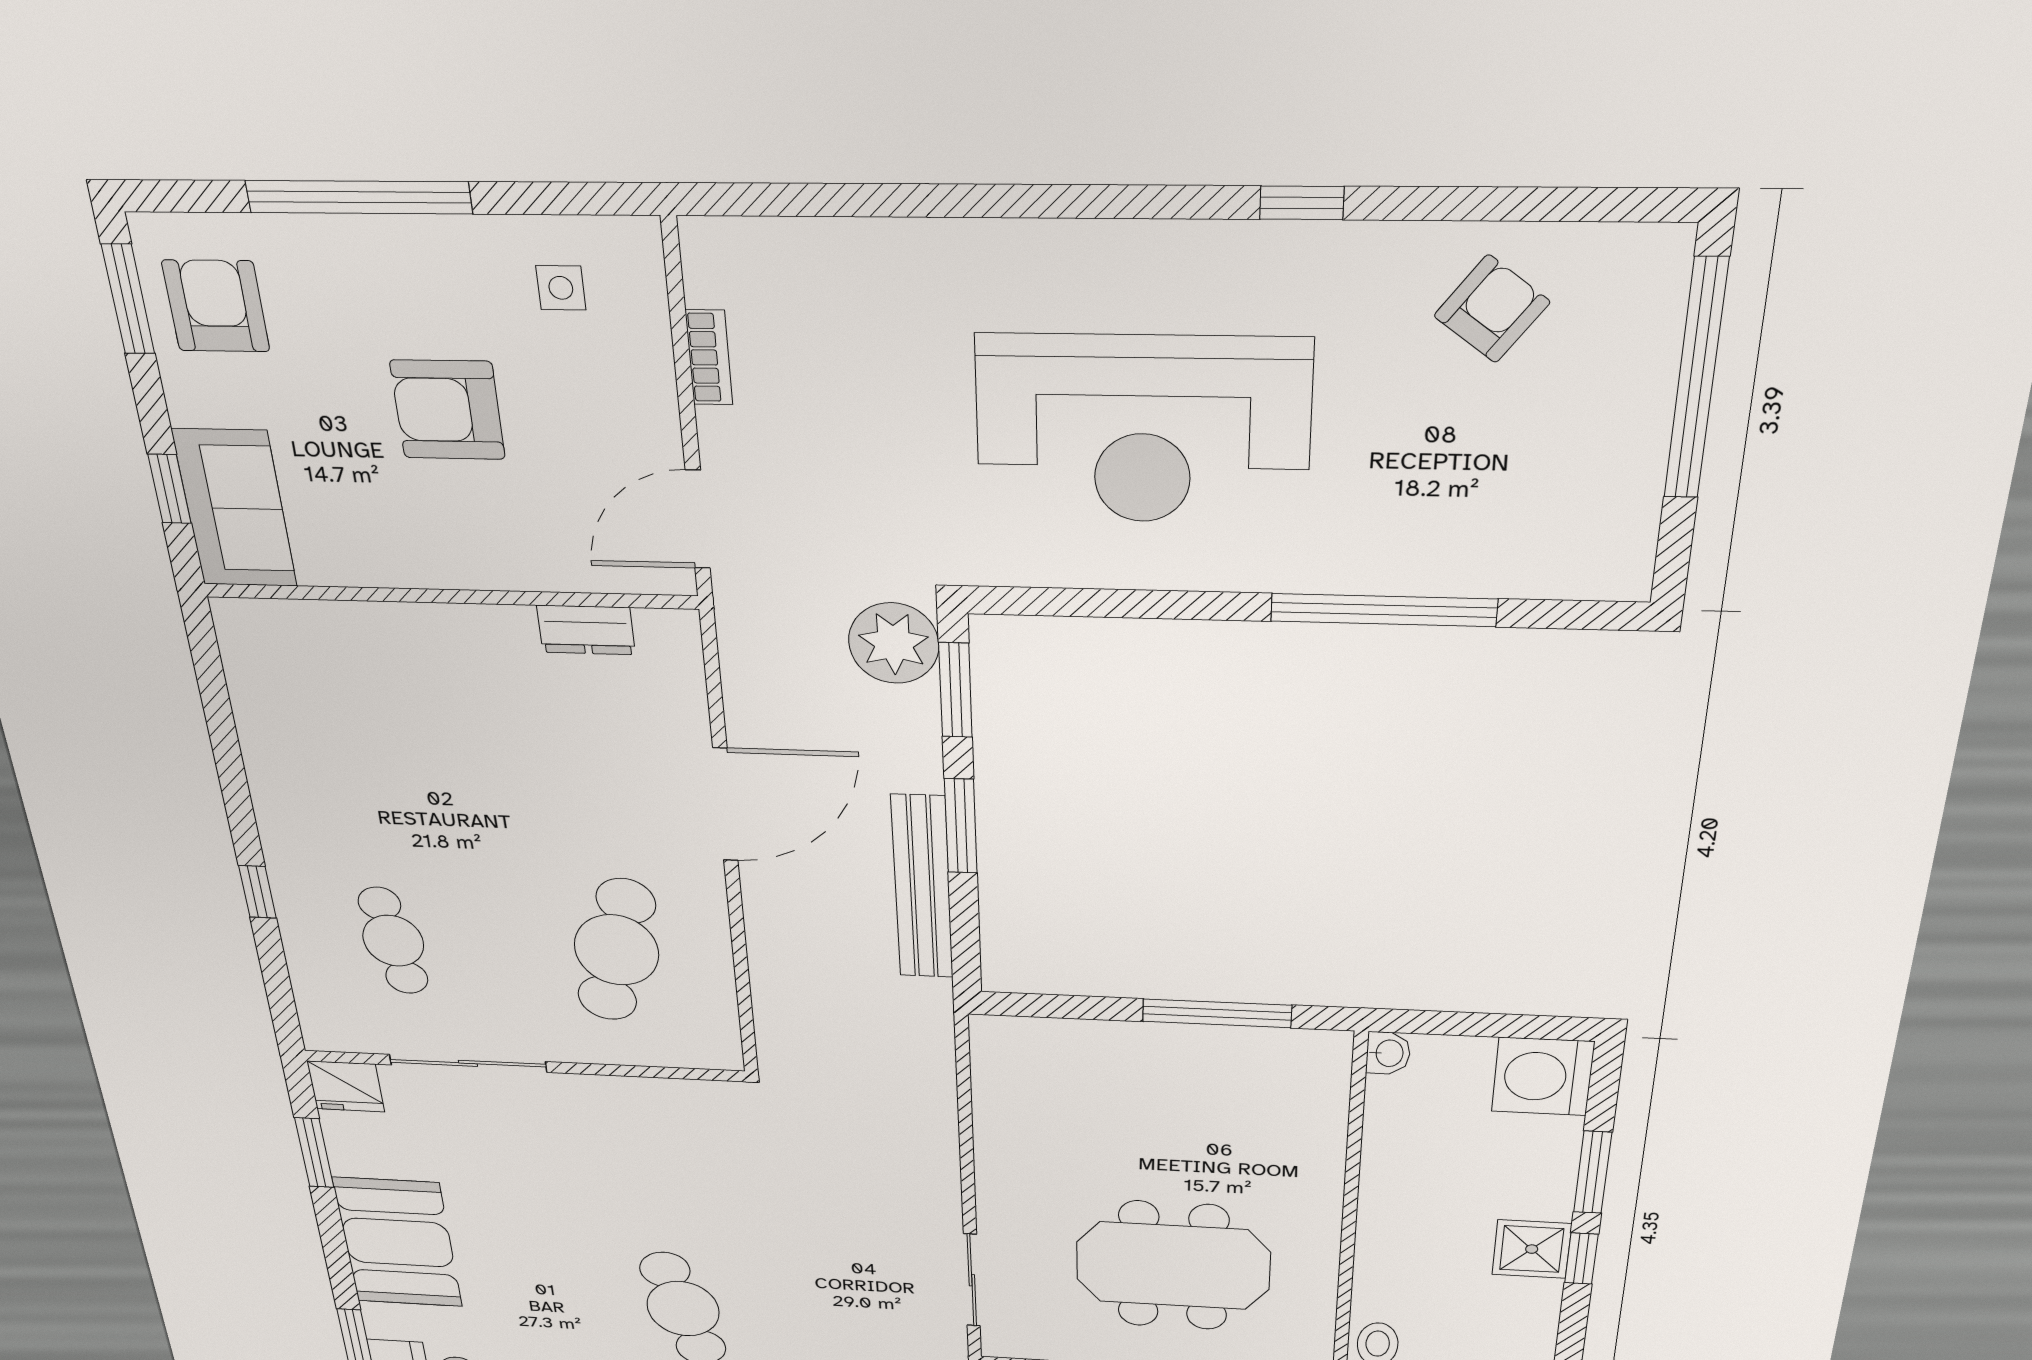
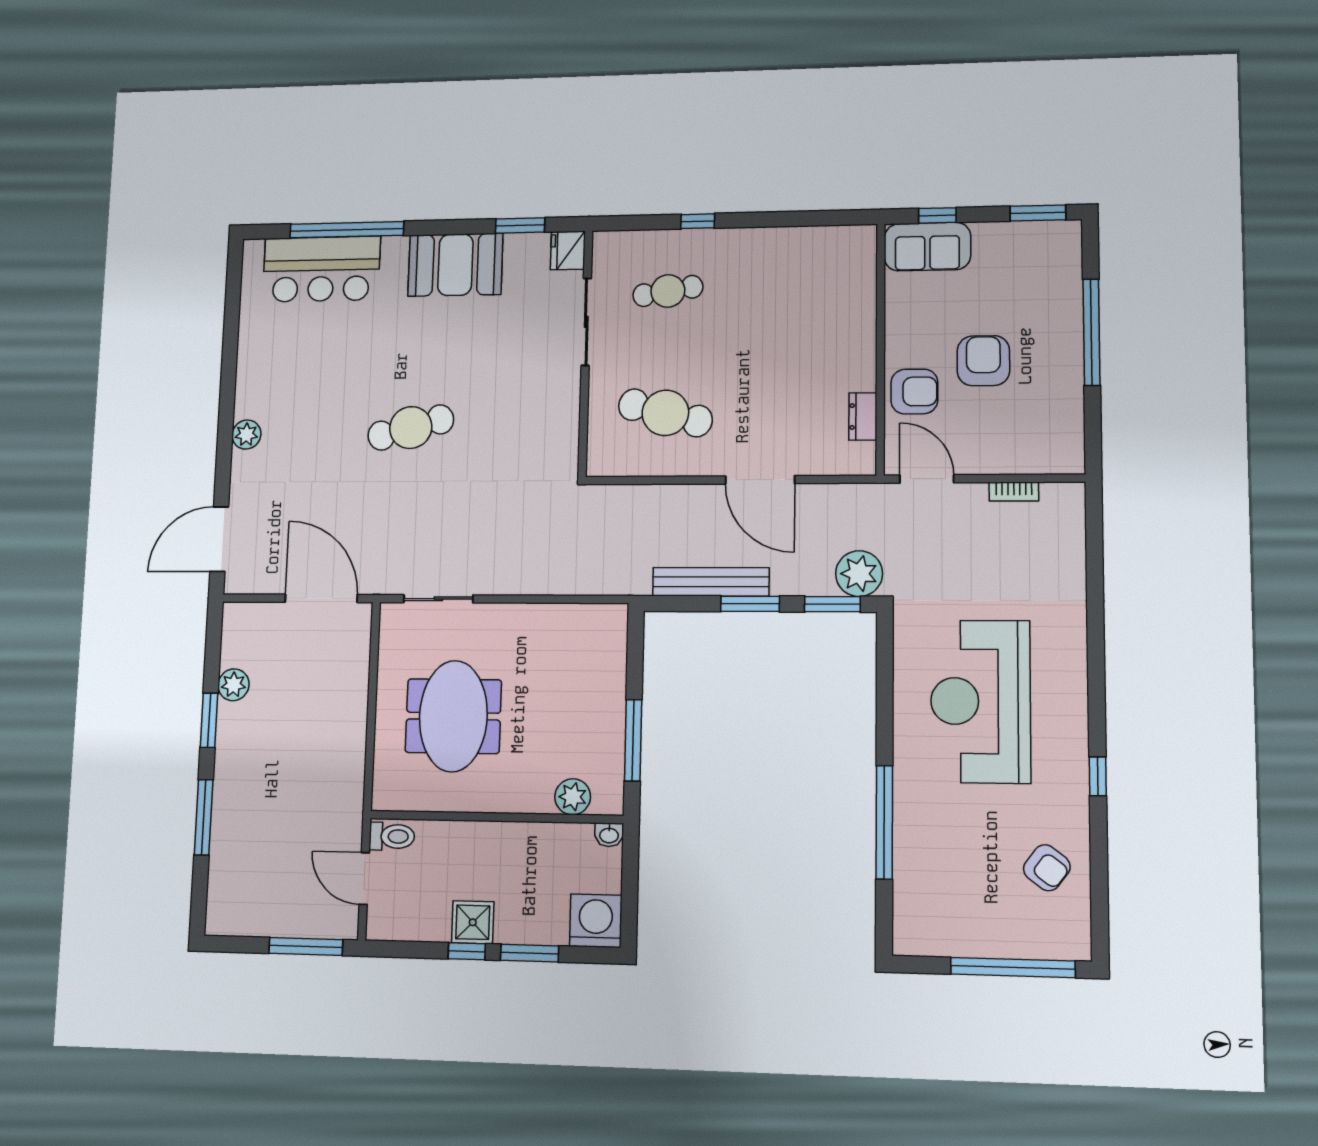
side table: (561, 288) -> (1048, 423), removed
armchair: (216, 306) -> (914, 391), moved
plant: (1317, 1104) -> (573, 797), added

